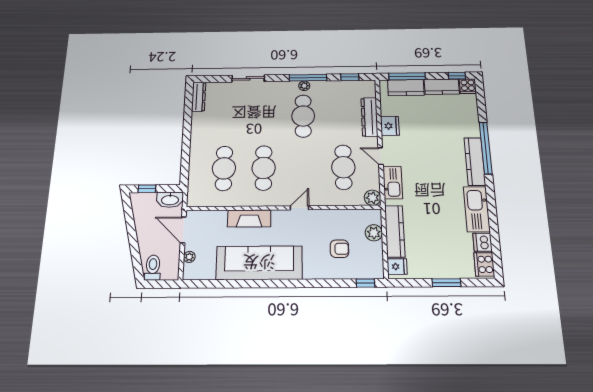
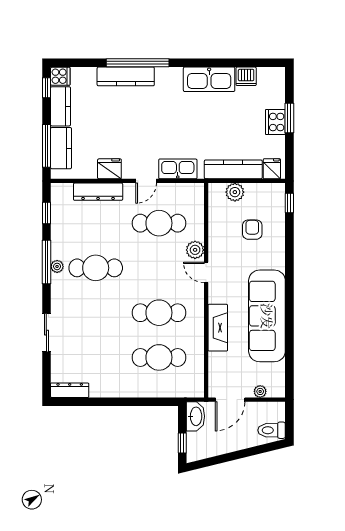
kitchen counter: (475, 161) -> (126, 76), moved
plant: (373, 198) -> (195, 250), moved
cooker: (484, 264) -> (275, 122), moved, turned 90

